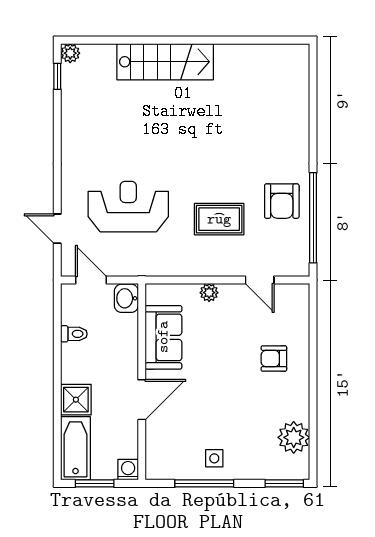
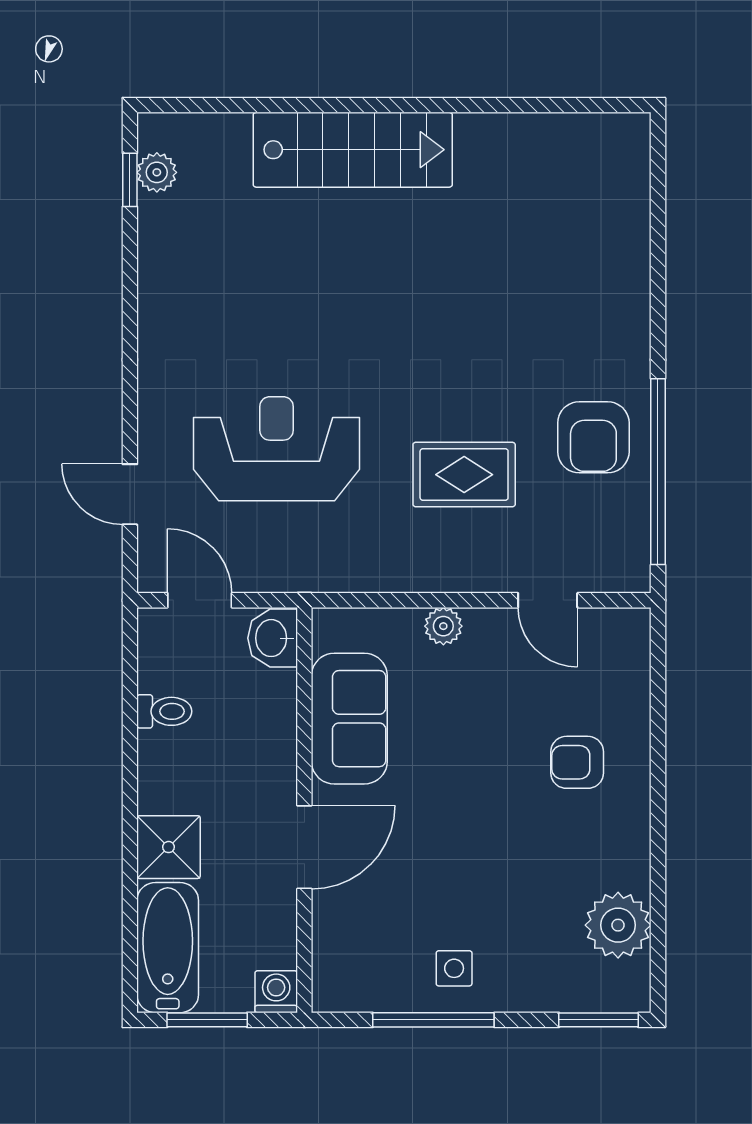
plant: (70, 53) -> (157, 172), moved

